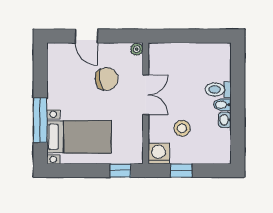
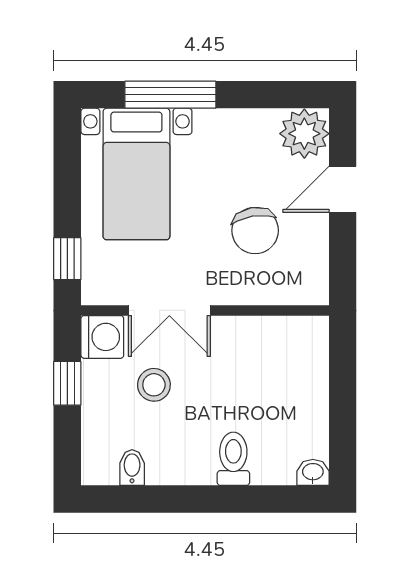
plant: (137, 49) -> (304, 134), moved, width x1.87, depth x1.87
double door: (146, 95) -> (169, 310), moved
bidet: (222, 105) -> (132, 468), moved
washbasin: (225, 120) -> (313, 472), moved

